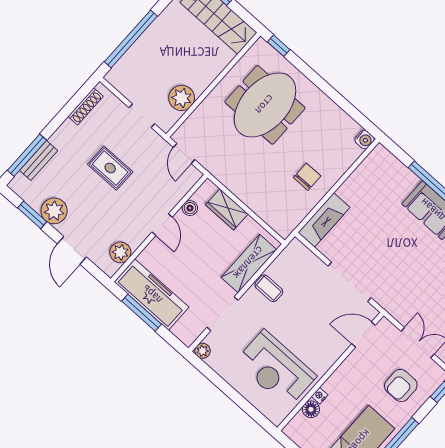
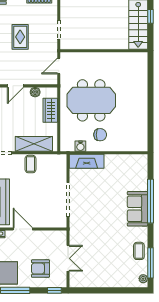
window: (279, 46) -> (151, 65), removed
plant: (182, 98) -> (84, 41), removed
meeting table: (265, 105) -> (91, 100), moved
water cooler: (364, 139) -> (80, 146), moved
door: (364, 334) -> (23, 229), moved

